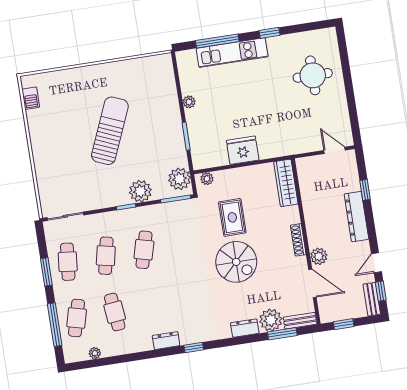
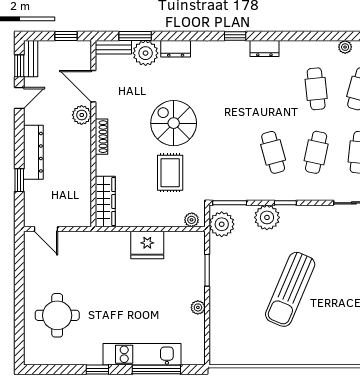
cafe table: (144, 250) -> (273, 152), turned -30

